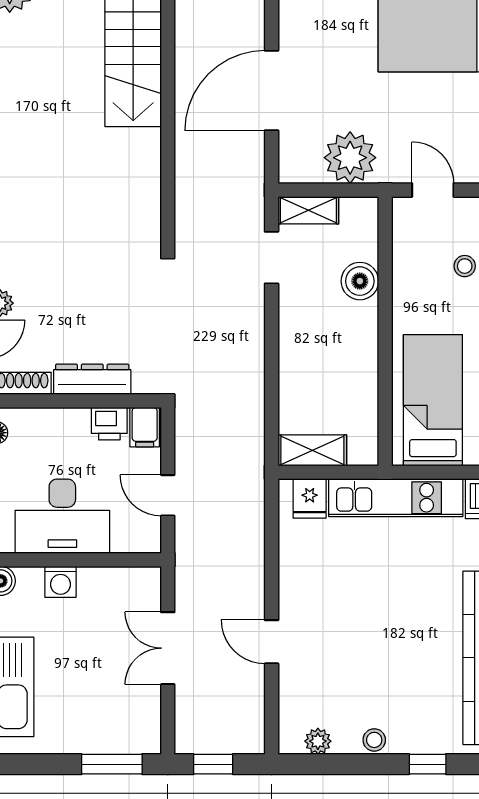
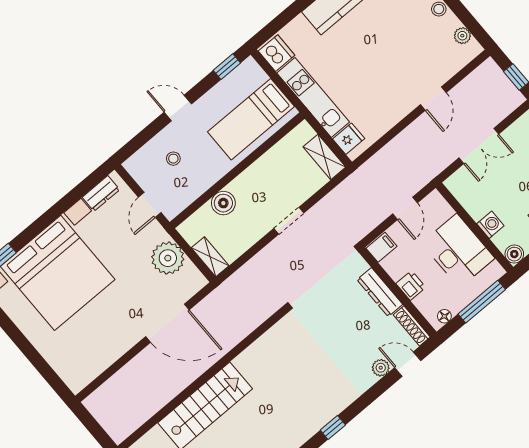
doorway: (272, 258) -> (289, 221), moved
printer: (109, 424) -> (411, 285), moved

